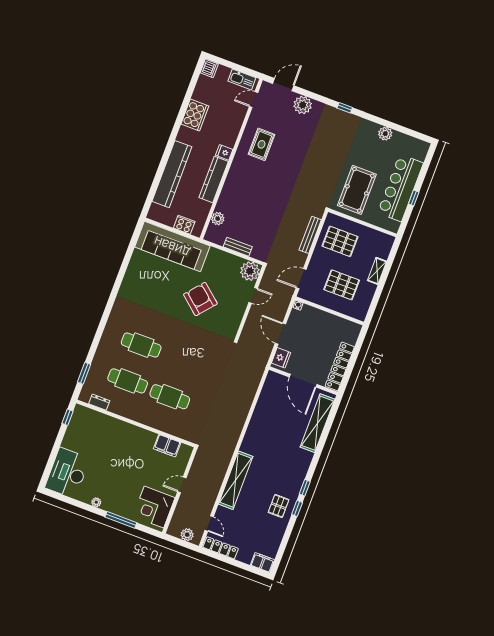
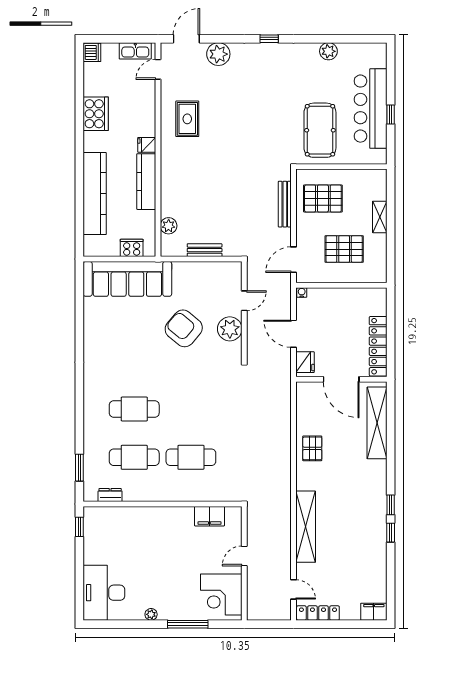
plant: (250, 271) -> (230, 329), moved
pallet: (279, 506) -> (312, 448), moved
plant: (187, 535) -> (273, 612), removed

